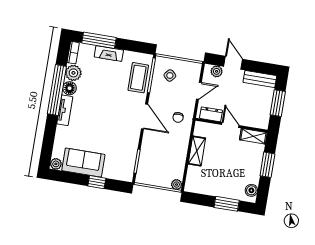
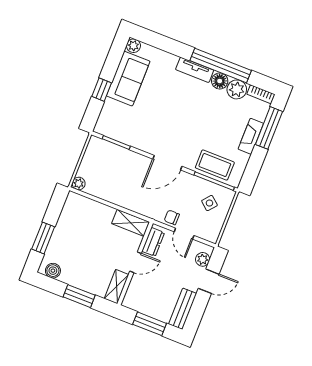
chair: (178, 117) -> (172, 217), moved
shelving: (197, 151) -> (131, 223), moved

